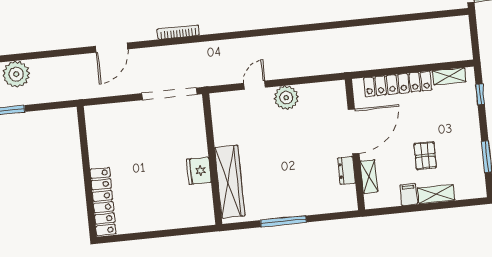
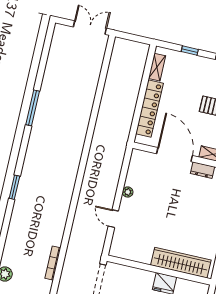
window: (480, 94) -> (190, 50), moved
plant: (286, 98) -> (128, 192), width x0.53, depth x0.53

